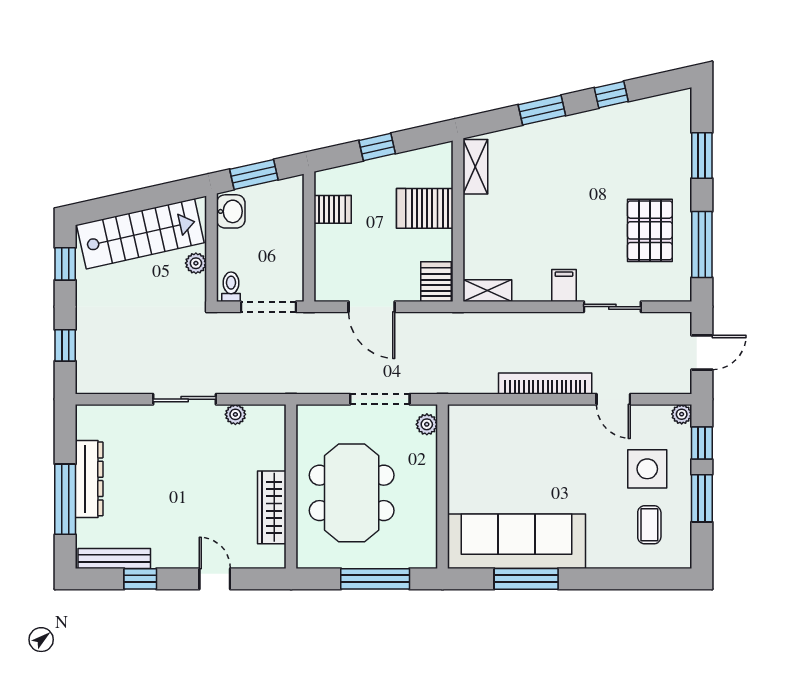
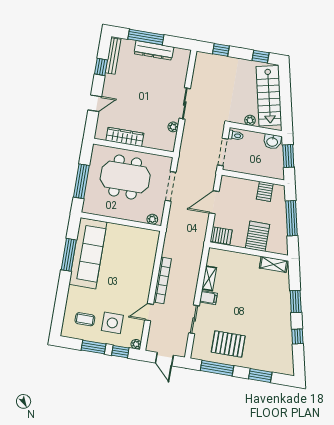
window: (377, 147) -> (291, 218), width x2.17
shelving: (487, 291) -> (209, 278), moved
doorway: (380, 399) -> (171, 186), moved

